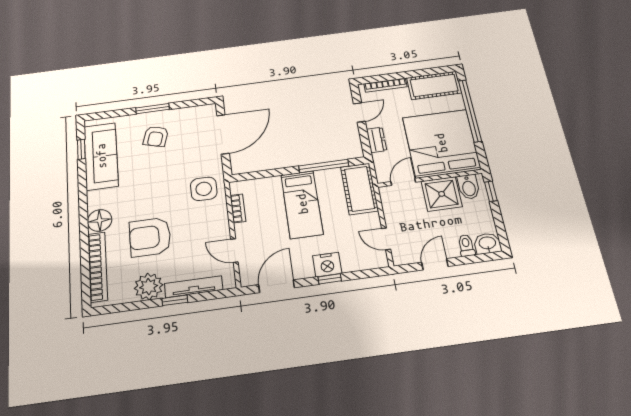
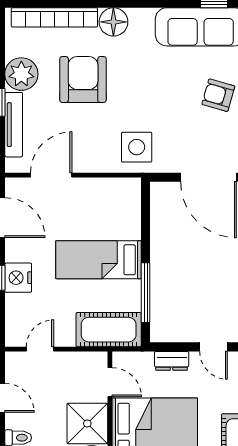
bookcase: (238, 208) -> (105, 185), removed
door: (234, 251) -> (51, 175), width x1.38

